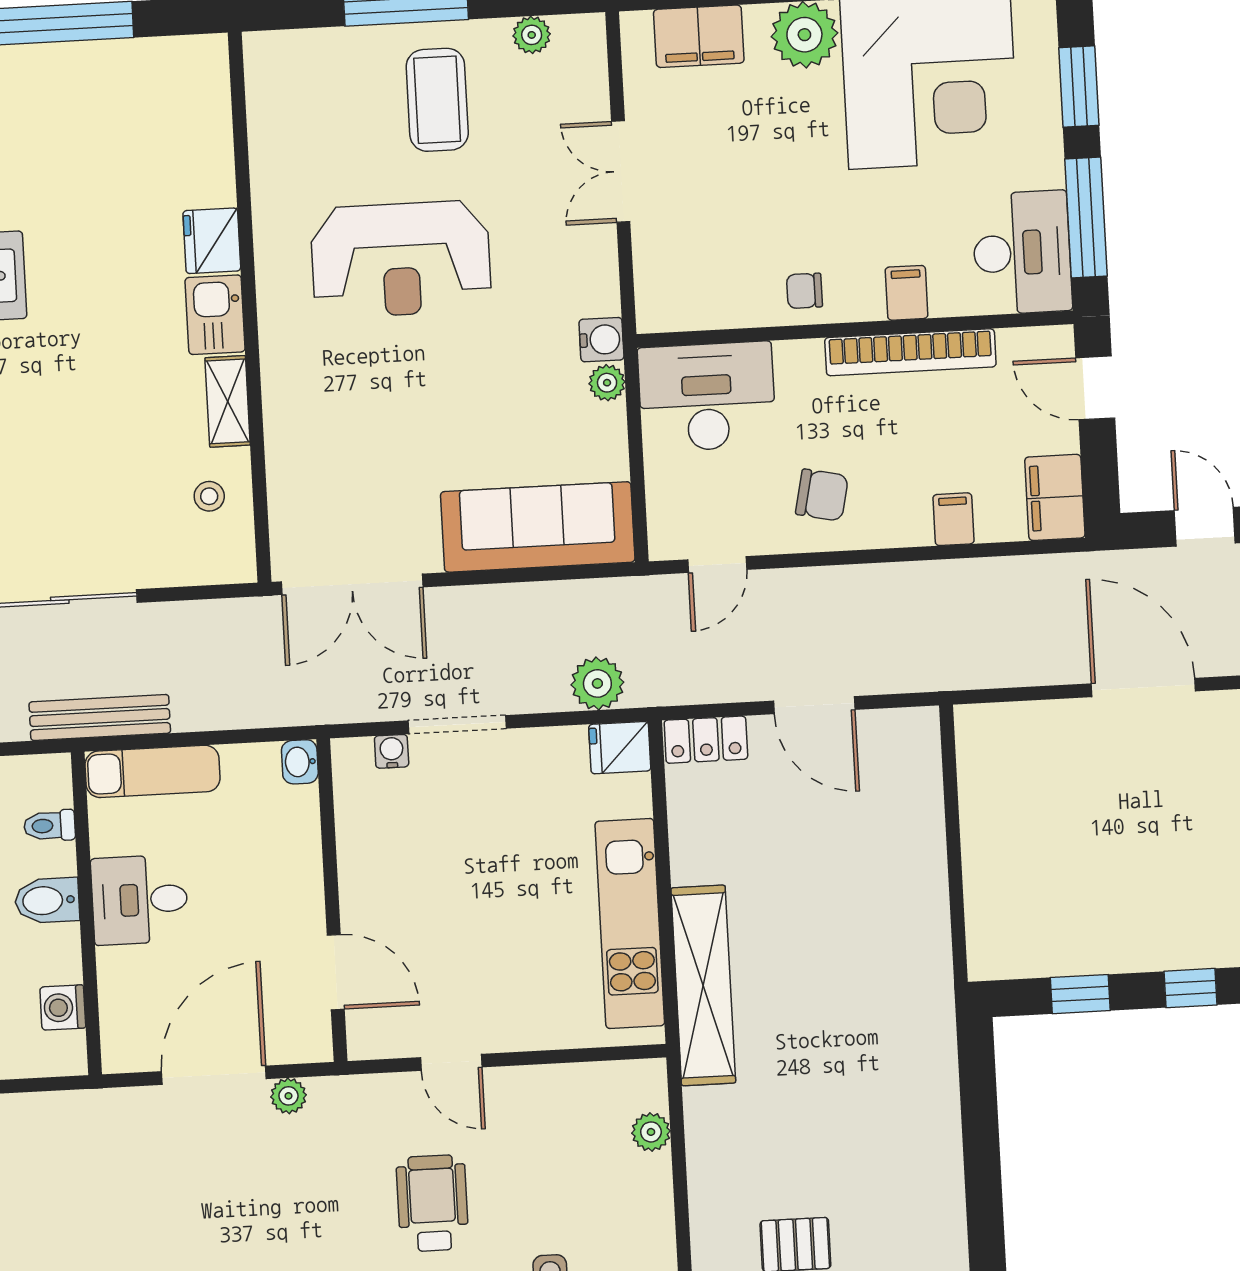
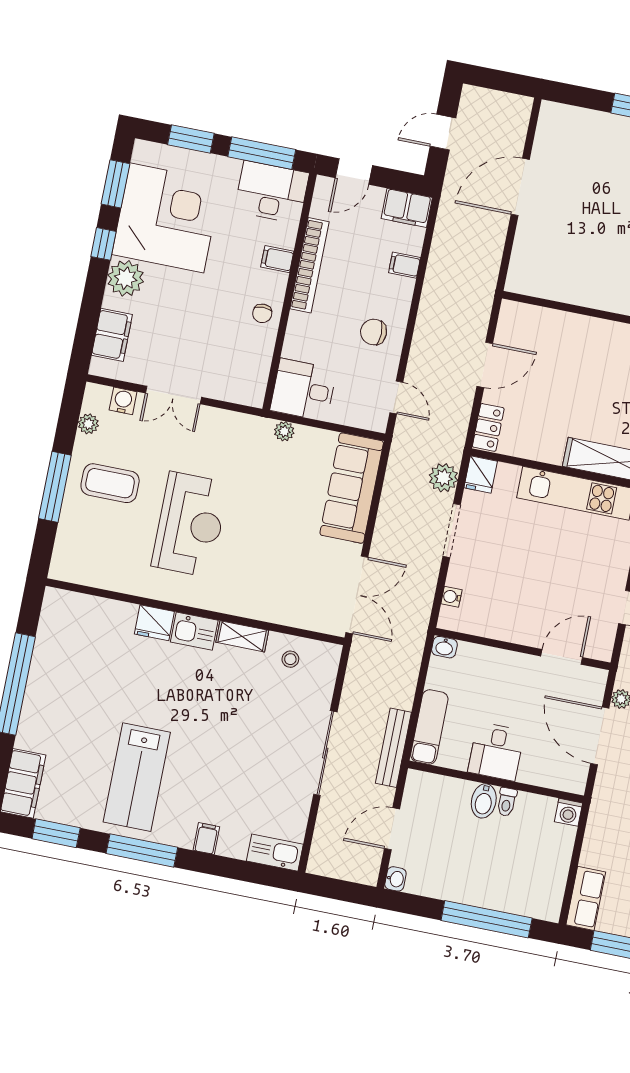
water cooler: (601, 340) -> (123, 401), moved
desk: (707, 397) -> (303, 390), width x0.73
chair: (822, 495) -> (374, 332), turned -102
doorway: (457, 725) -> (452, 530), moved
toilet: (50, 826) -> (507, 802), moved
washing machine: (63, 1008) -> (568, 812), moved

